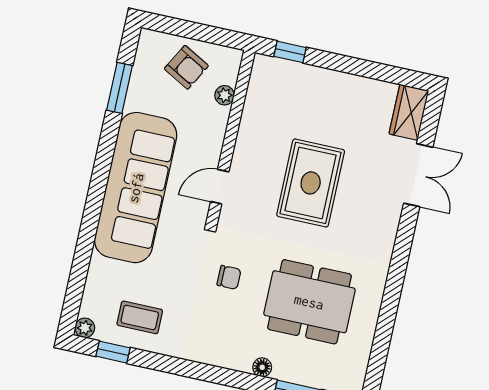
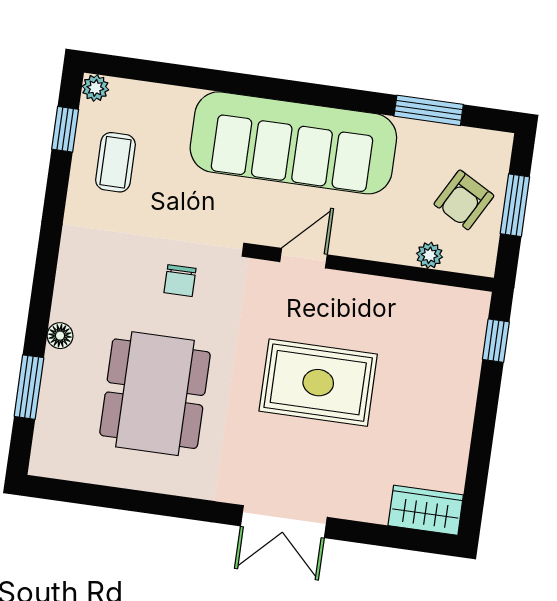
window: (193, 31) -> (515, 205), added
double door: (418, 175) -> (284, 522), moved
door: (220, 187) -> (303, 258), hinge flipped

